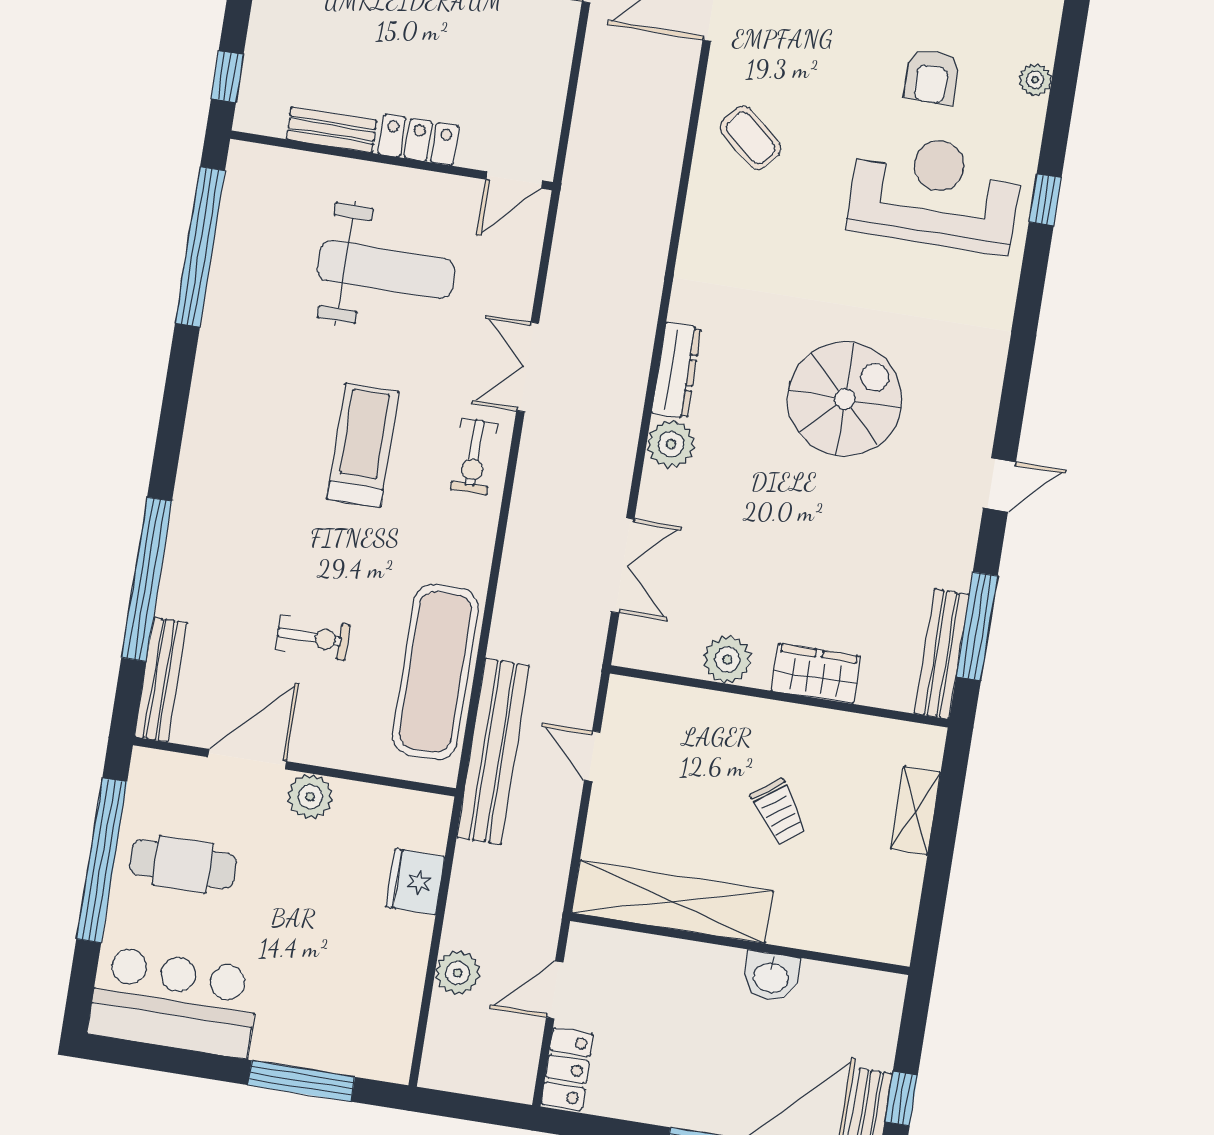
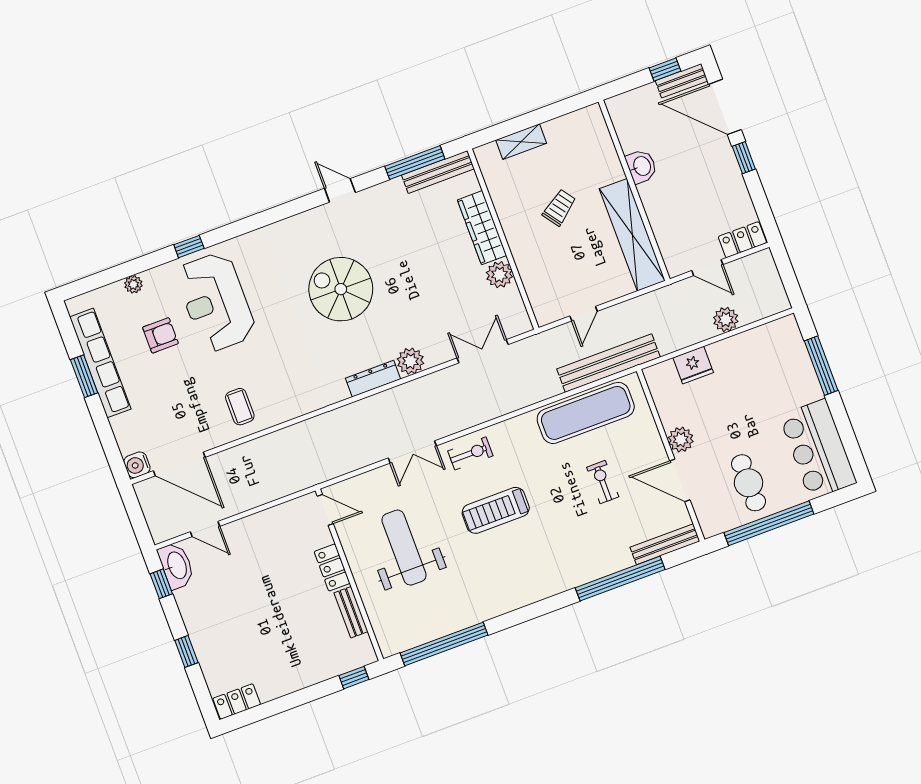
coffee table: (750, 138) -> (240, 407), turned -40
wardrobe: (816, 674) -> (482, 228), width x1.50

